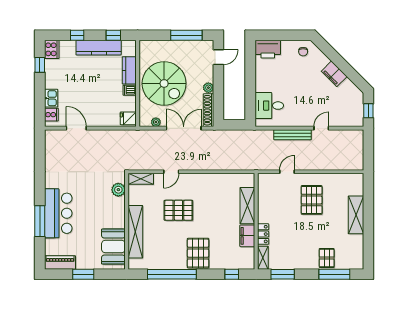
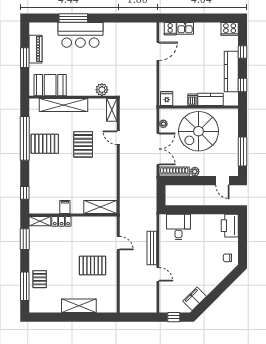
window: (40, 65) -> (215, 18), removed
filing cabinet: (334, 74) -> (195, 299), moved
shelving: (247, 206) -> (100, 207), moved
filing cabinet: (247, 236) -> (65, 207), width x0.50
pallet: (198, 253) -> (45, 144), moved
pallet: (327, 258) -> (40, 279), turned 90
piano: (60, 263) -> (36, 49), moved

